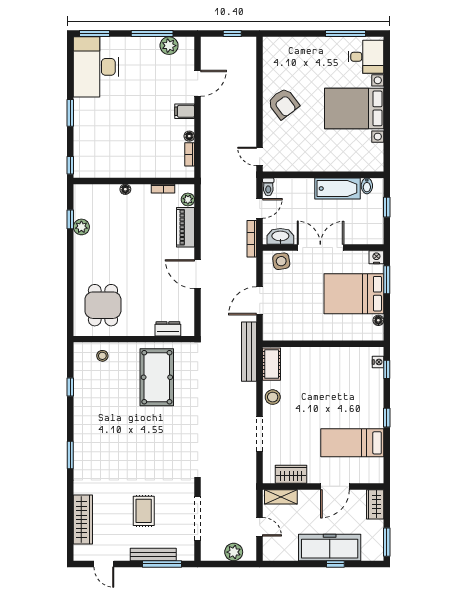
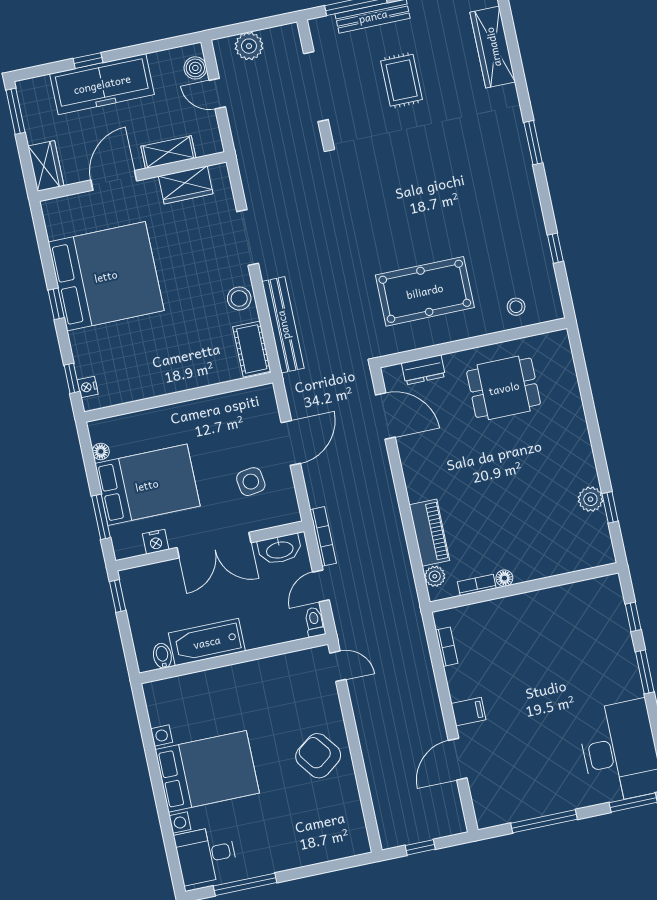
plant: (169, 46) -> (514, 808), removed
floor lamp: (189, 136) -> (453, 675), removed
window: (70, 165) -> (633, 617), moved
floor lamp: (125, 189) -> (504, 578), moved
window: (387, 207) -> (118, 596), moved
nightstand: (376, 257) -> (156, 542), moved
side table: (281, 261) -> (251, 482), moved
door: (198, 274) -> (385, 416), moved
dining table: (103, 305) -> (504, 388), moved, turned 90
bench: (249, 352) -> (283, 325), moved
pool table: (157, 377) -> (425, 291), turned 90
bed: (352, 443) -> (106, 276), width x2.04
shelving: (281, 497) -> (168, 152), moved
boiler: (270, 545) -> (195, 68), added

